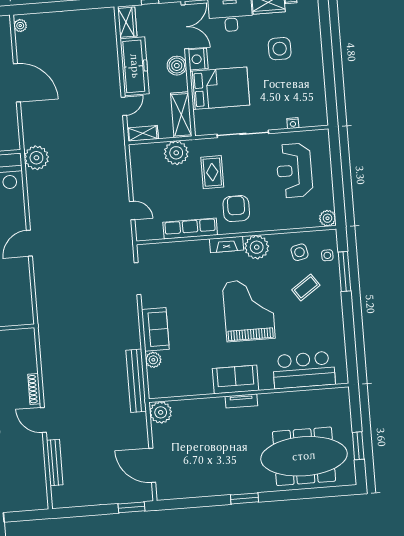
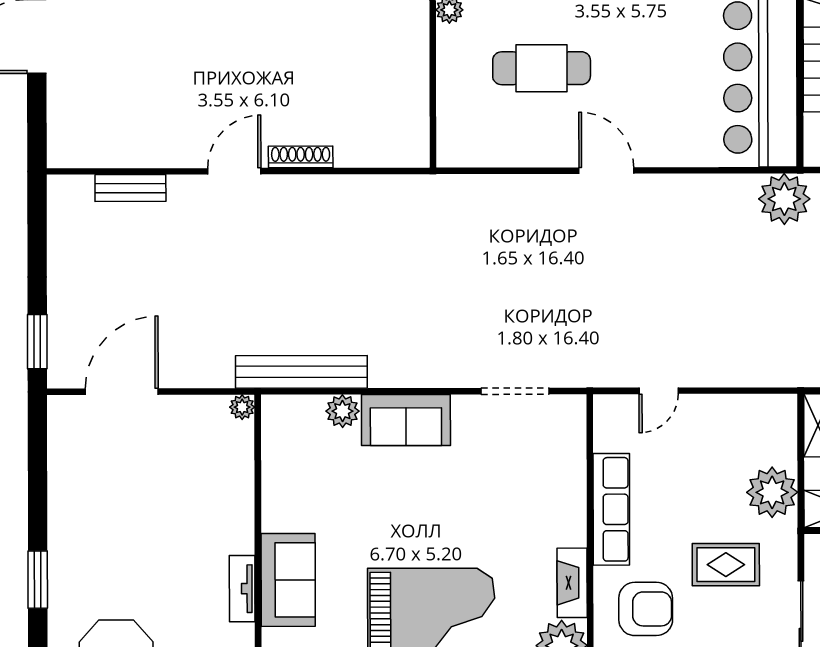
plant: (161, 412) -> (242, 407), width x0.53, depth x0.53
bench: (55, 463) -> (130, 188), width x0.73

